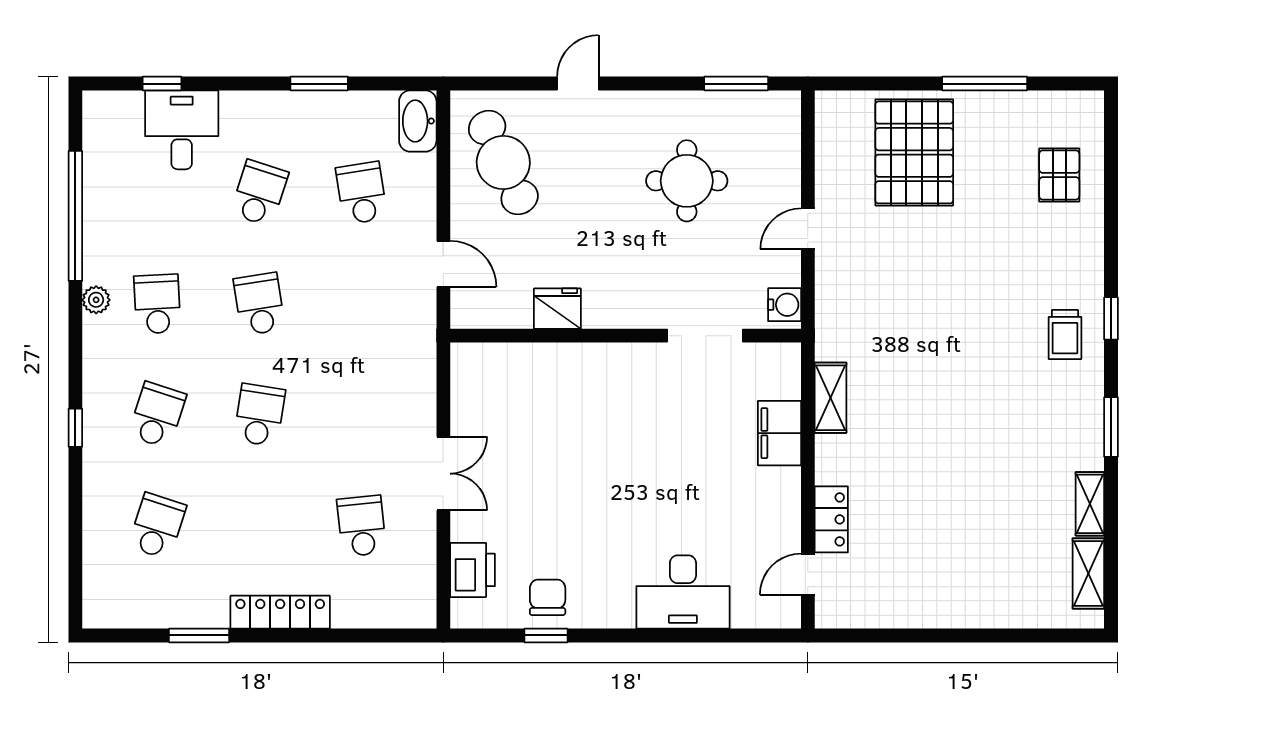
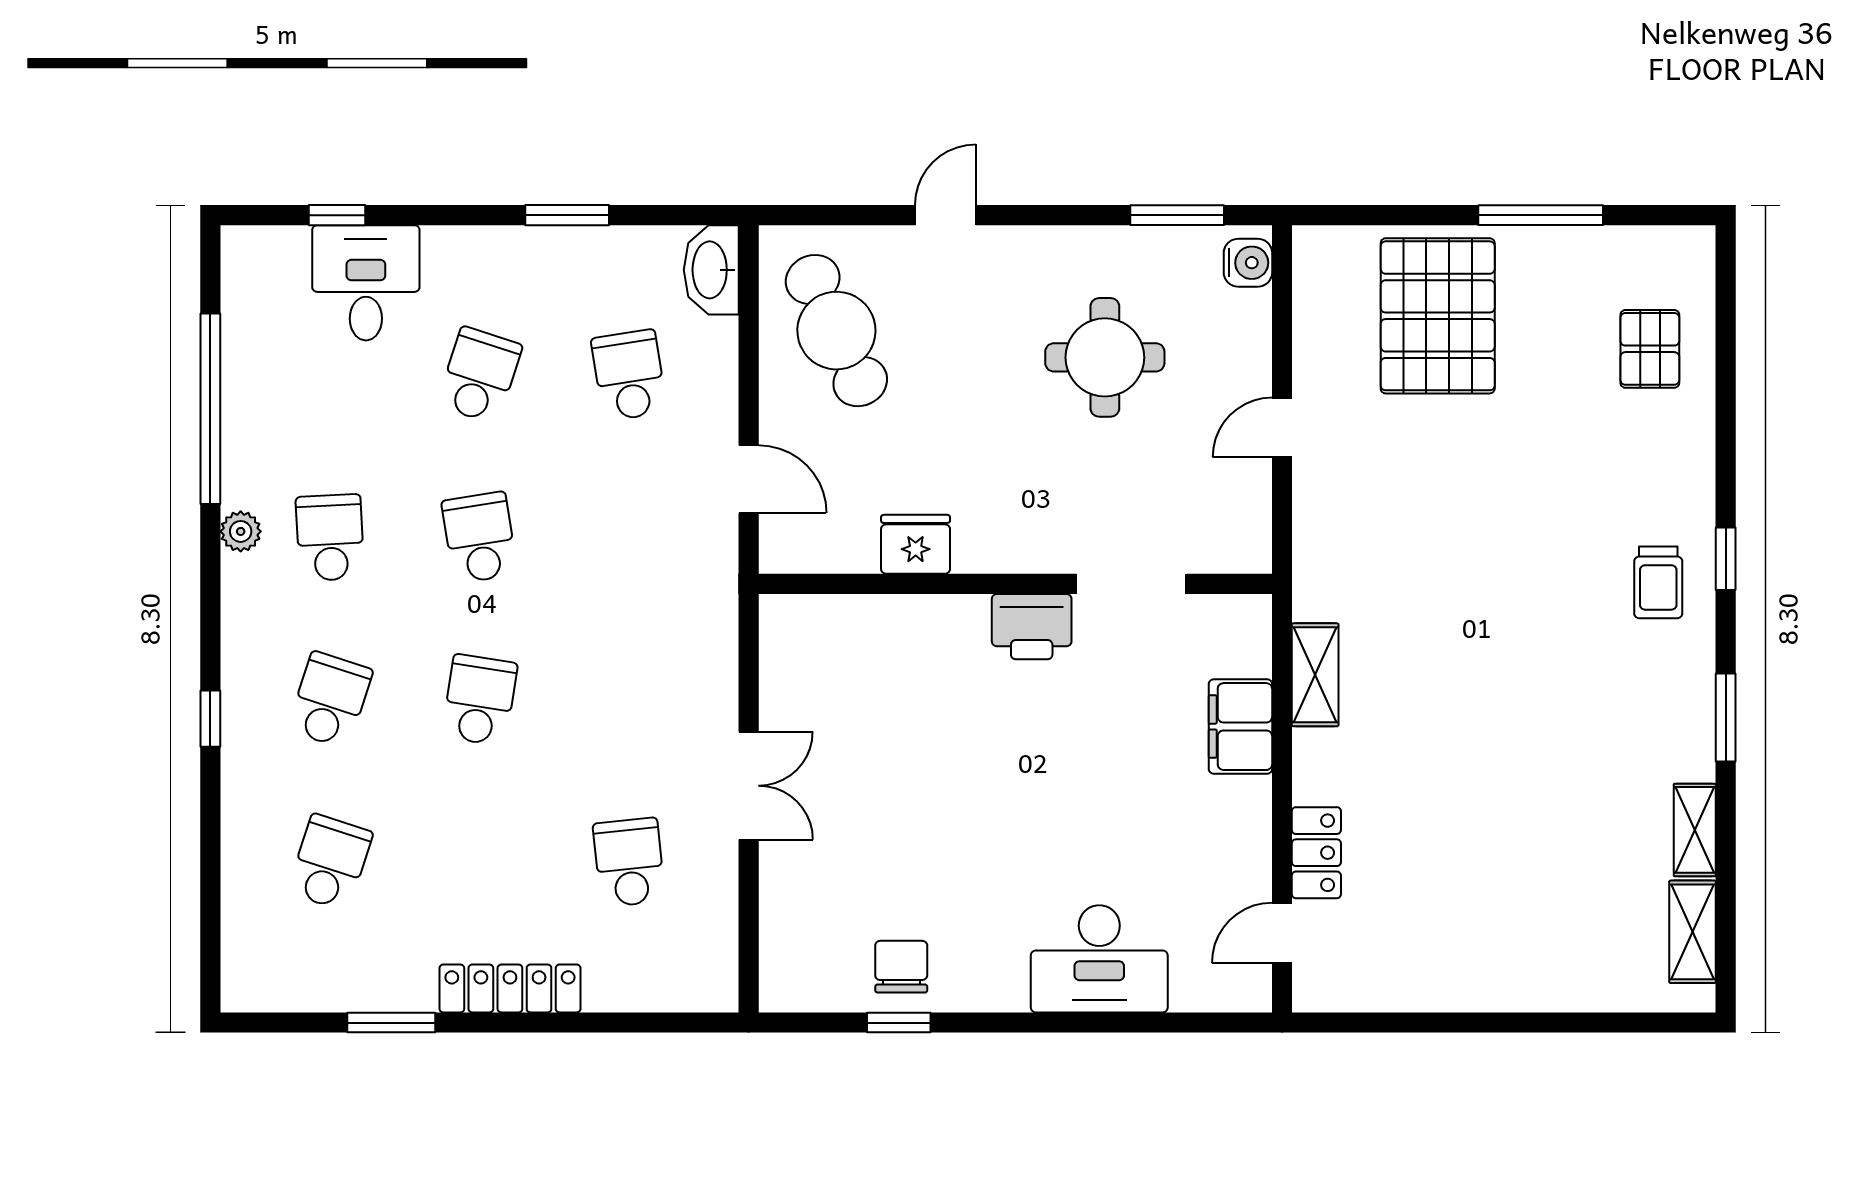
water cooler: (785, 305) -> (1248, 263), moved
printer: (473, 570) -> (1032, 627), moved, turned 90

